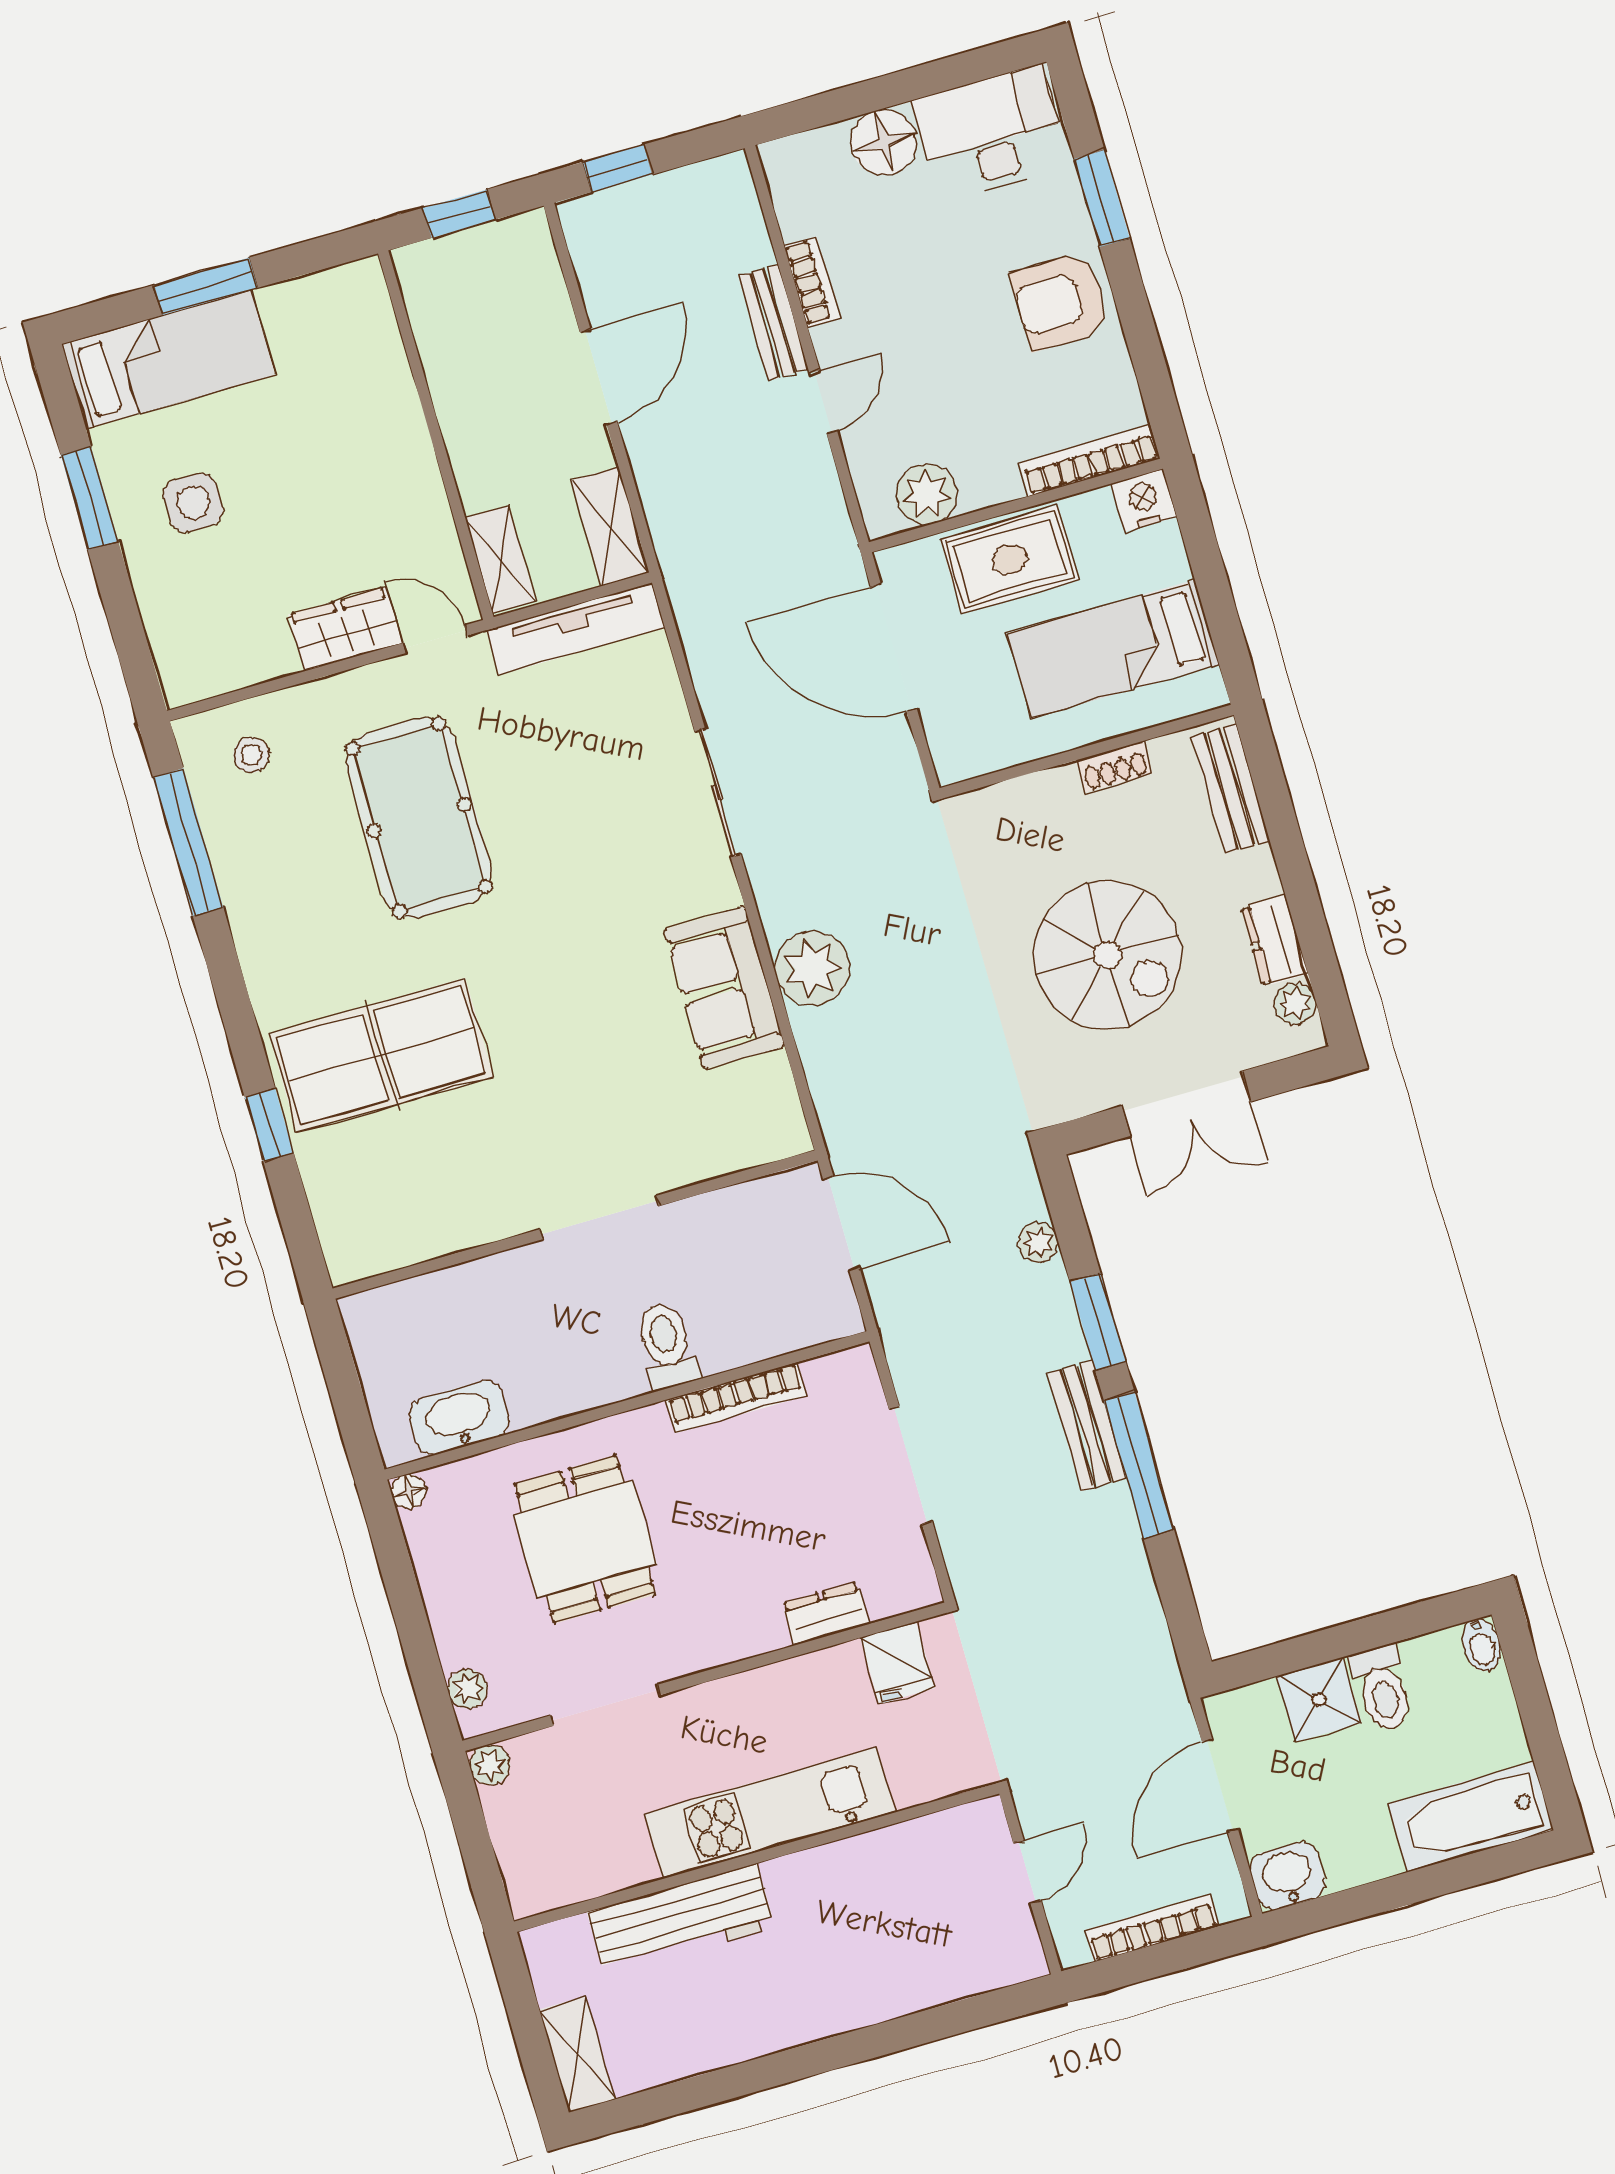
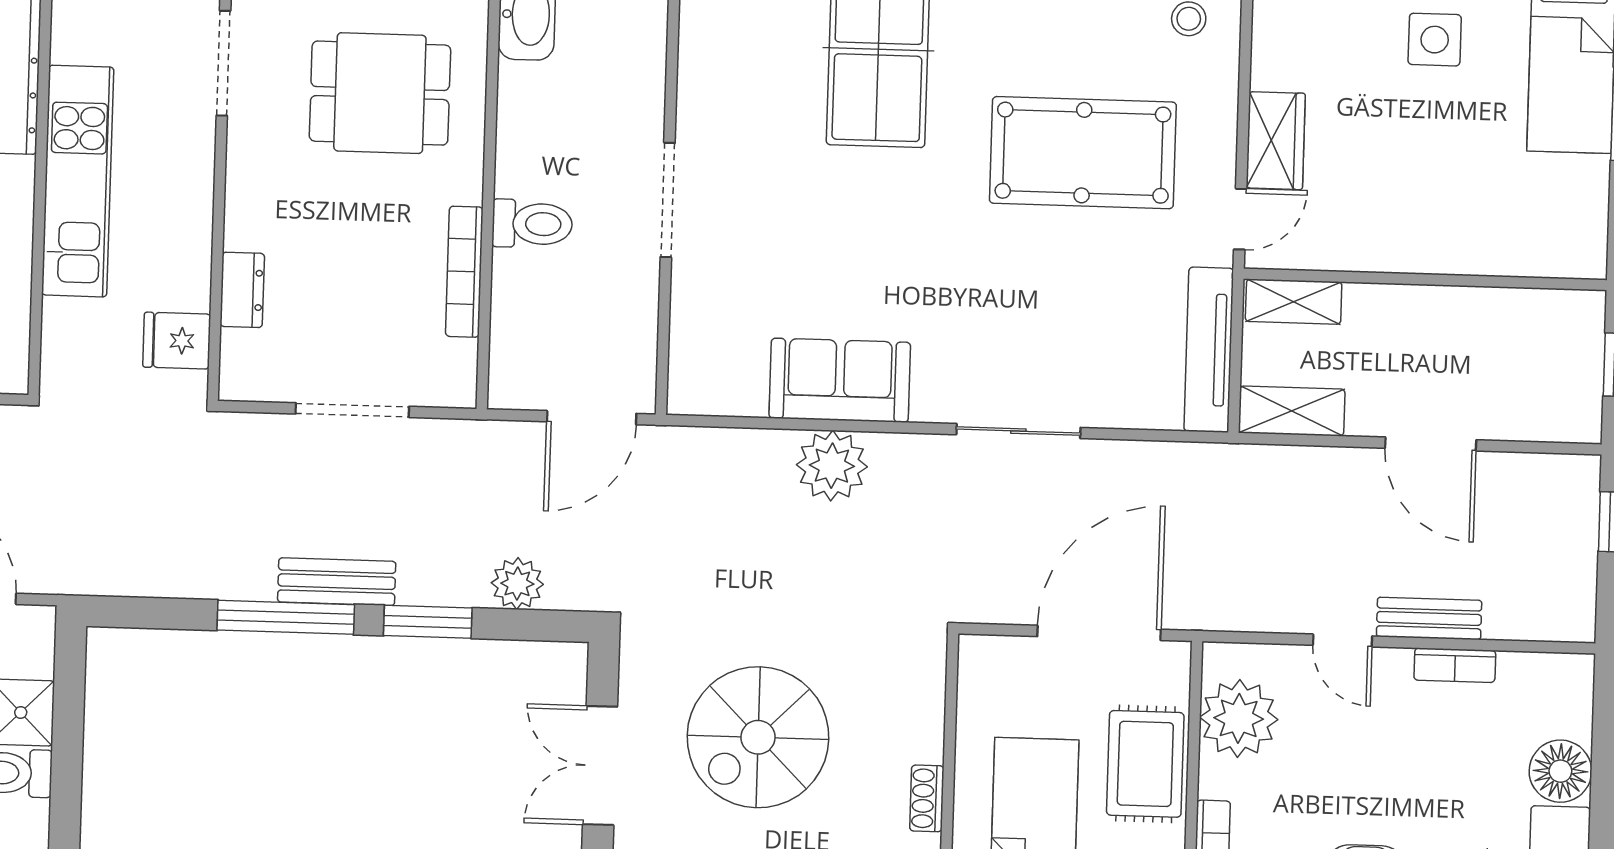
plant: (927, 494) -> (1239, 718), width x1.36, depth x1.36
plant: (1038, 1243) -> (517, 584), width x1.38, depth x1.38

